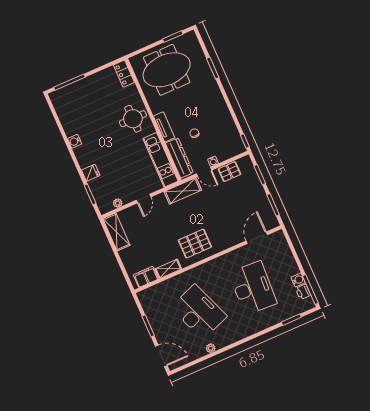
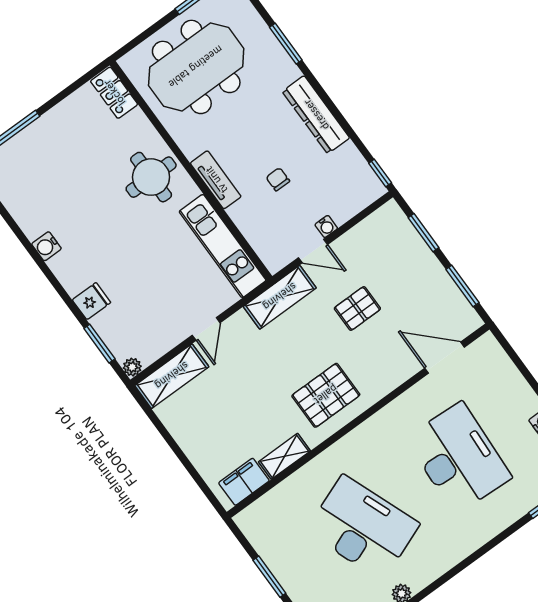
dresser: (179, 158) -> (316, 115), moved, turned 180
pallet: (229, 172) -> (357, 308), moved
plant: (118, 203) -> (132, 367), moved
shelving: (116, 232) -> (172, 376), moved, turned 90
door: (257, 238) -> (444, 358), hinge flipped

